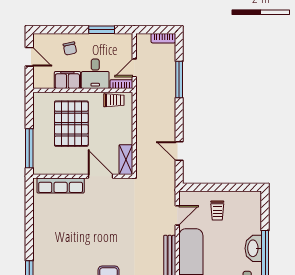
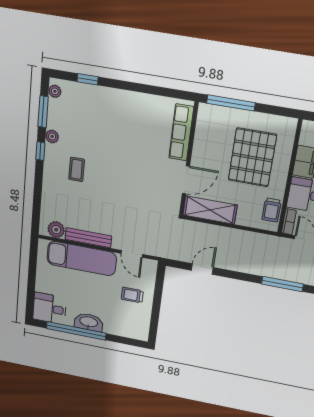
pallet: (71, 124) -> (252, 157), turned 90
shelving: (126, 160) -> (210, 210), width x1.50, depth x1.33

